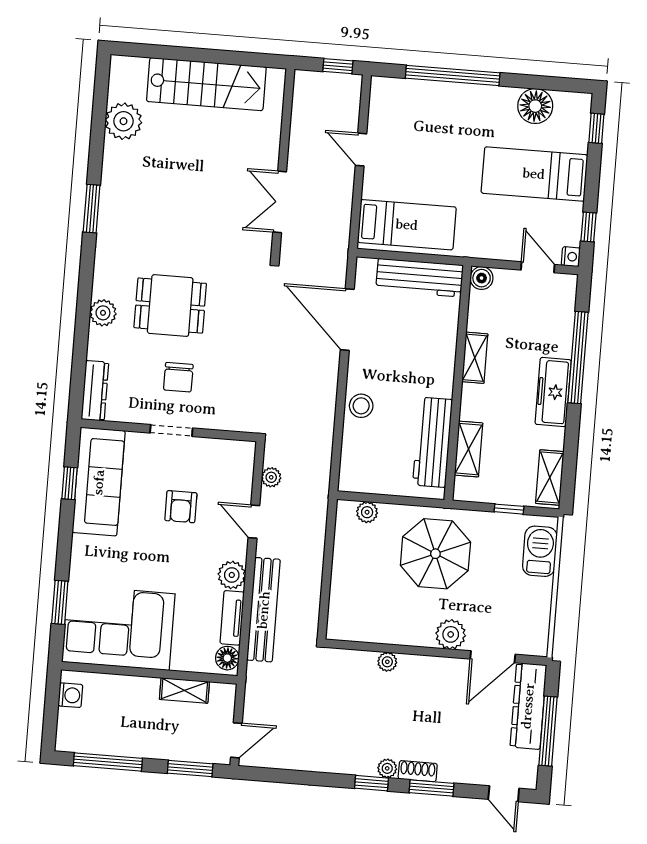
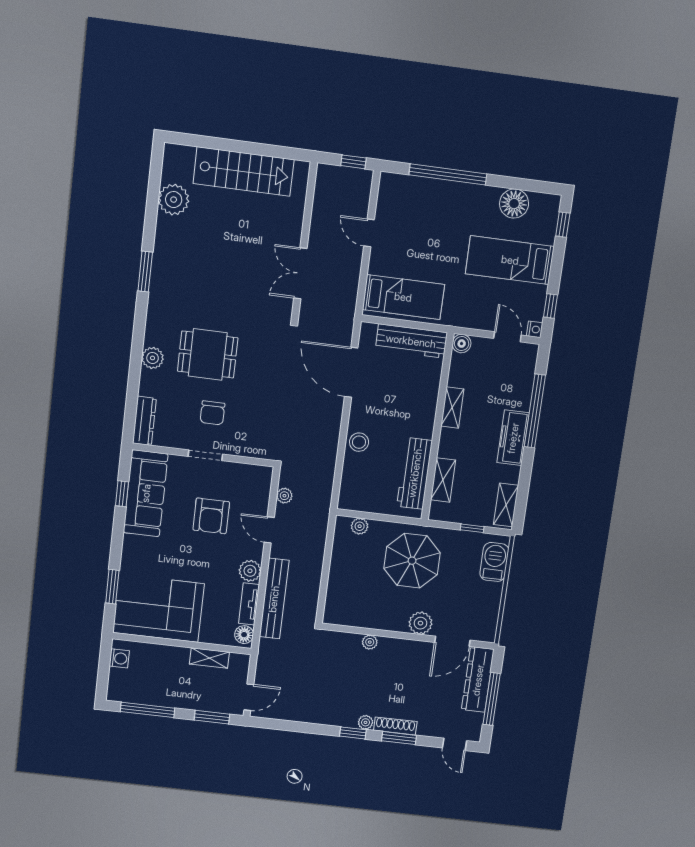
armchair: (181, 507) -> (211, 516), width x1.38, depth x1.38
shoe rack: (418, 771) -> (395, 726), width x1.43

